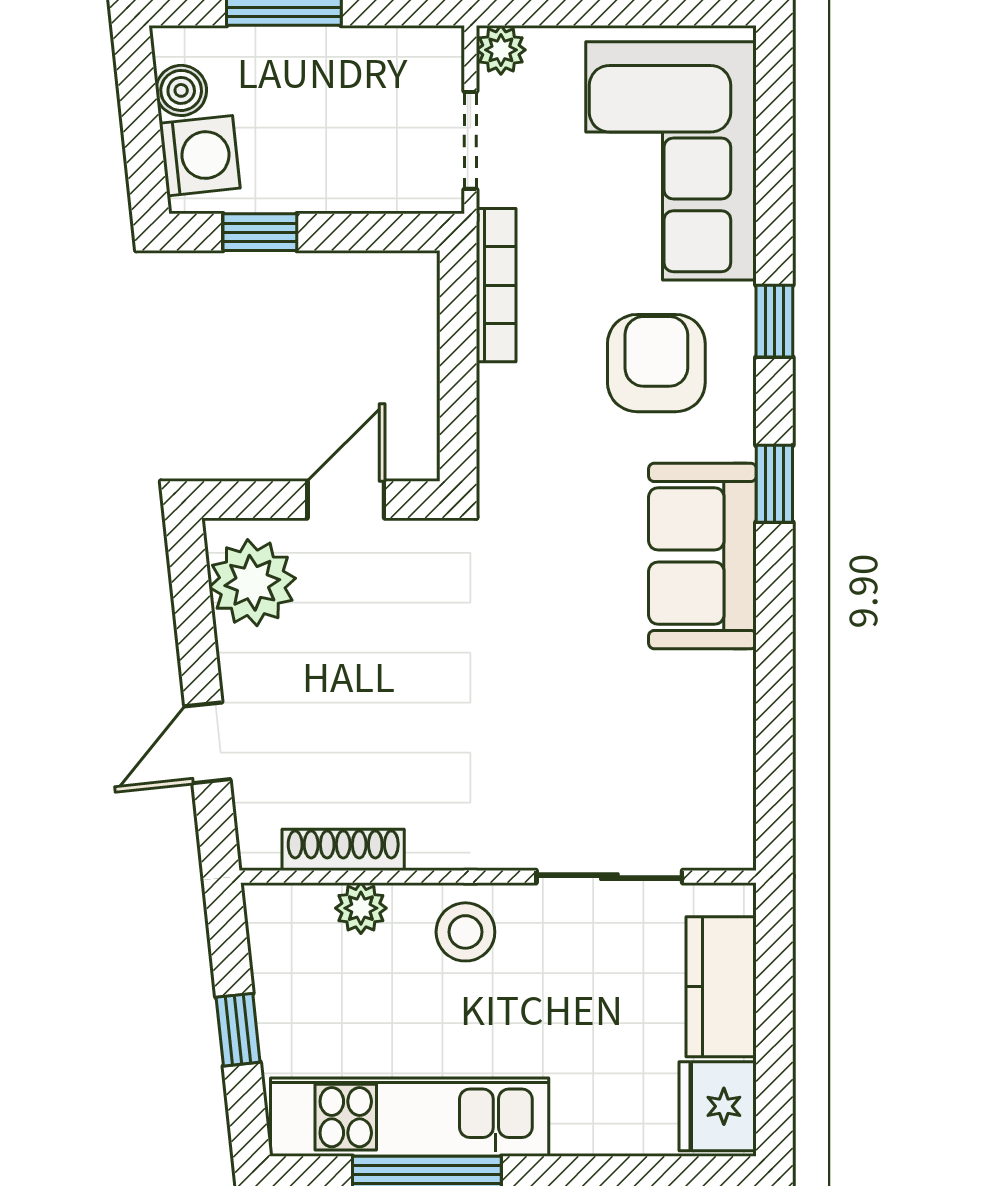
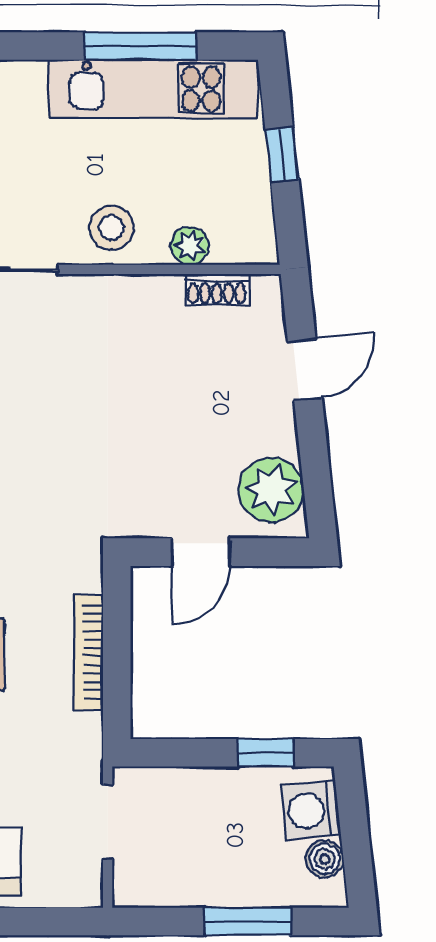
plant: (501, 50) -> (85, 889), removed
bookcase: (496, 285) -> (88, 652), moved
shoe rack: (343, 850) -> (217, 290), width x0.70

